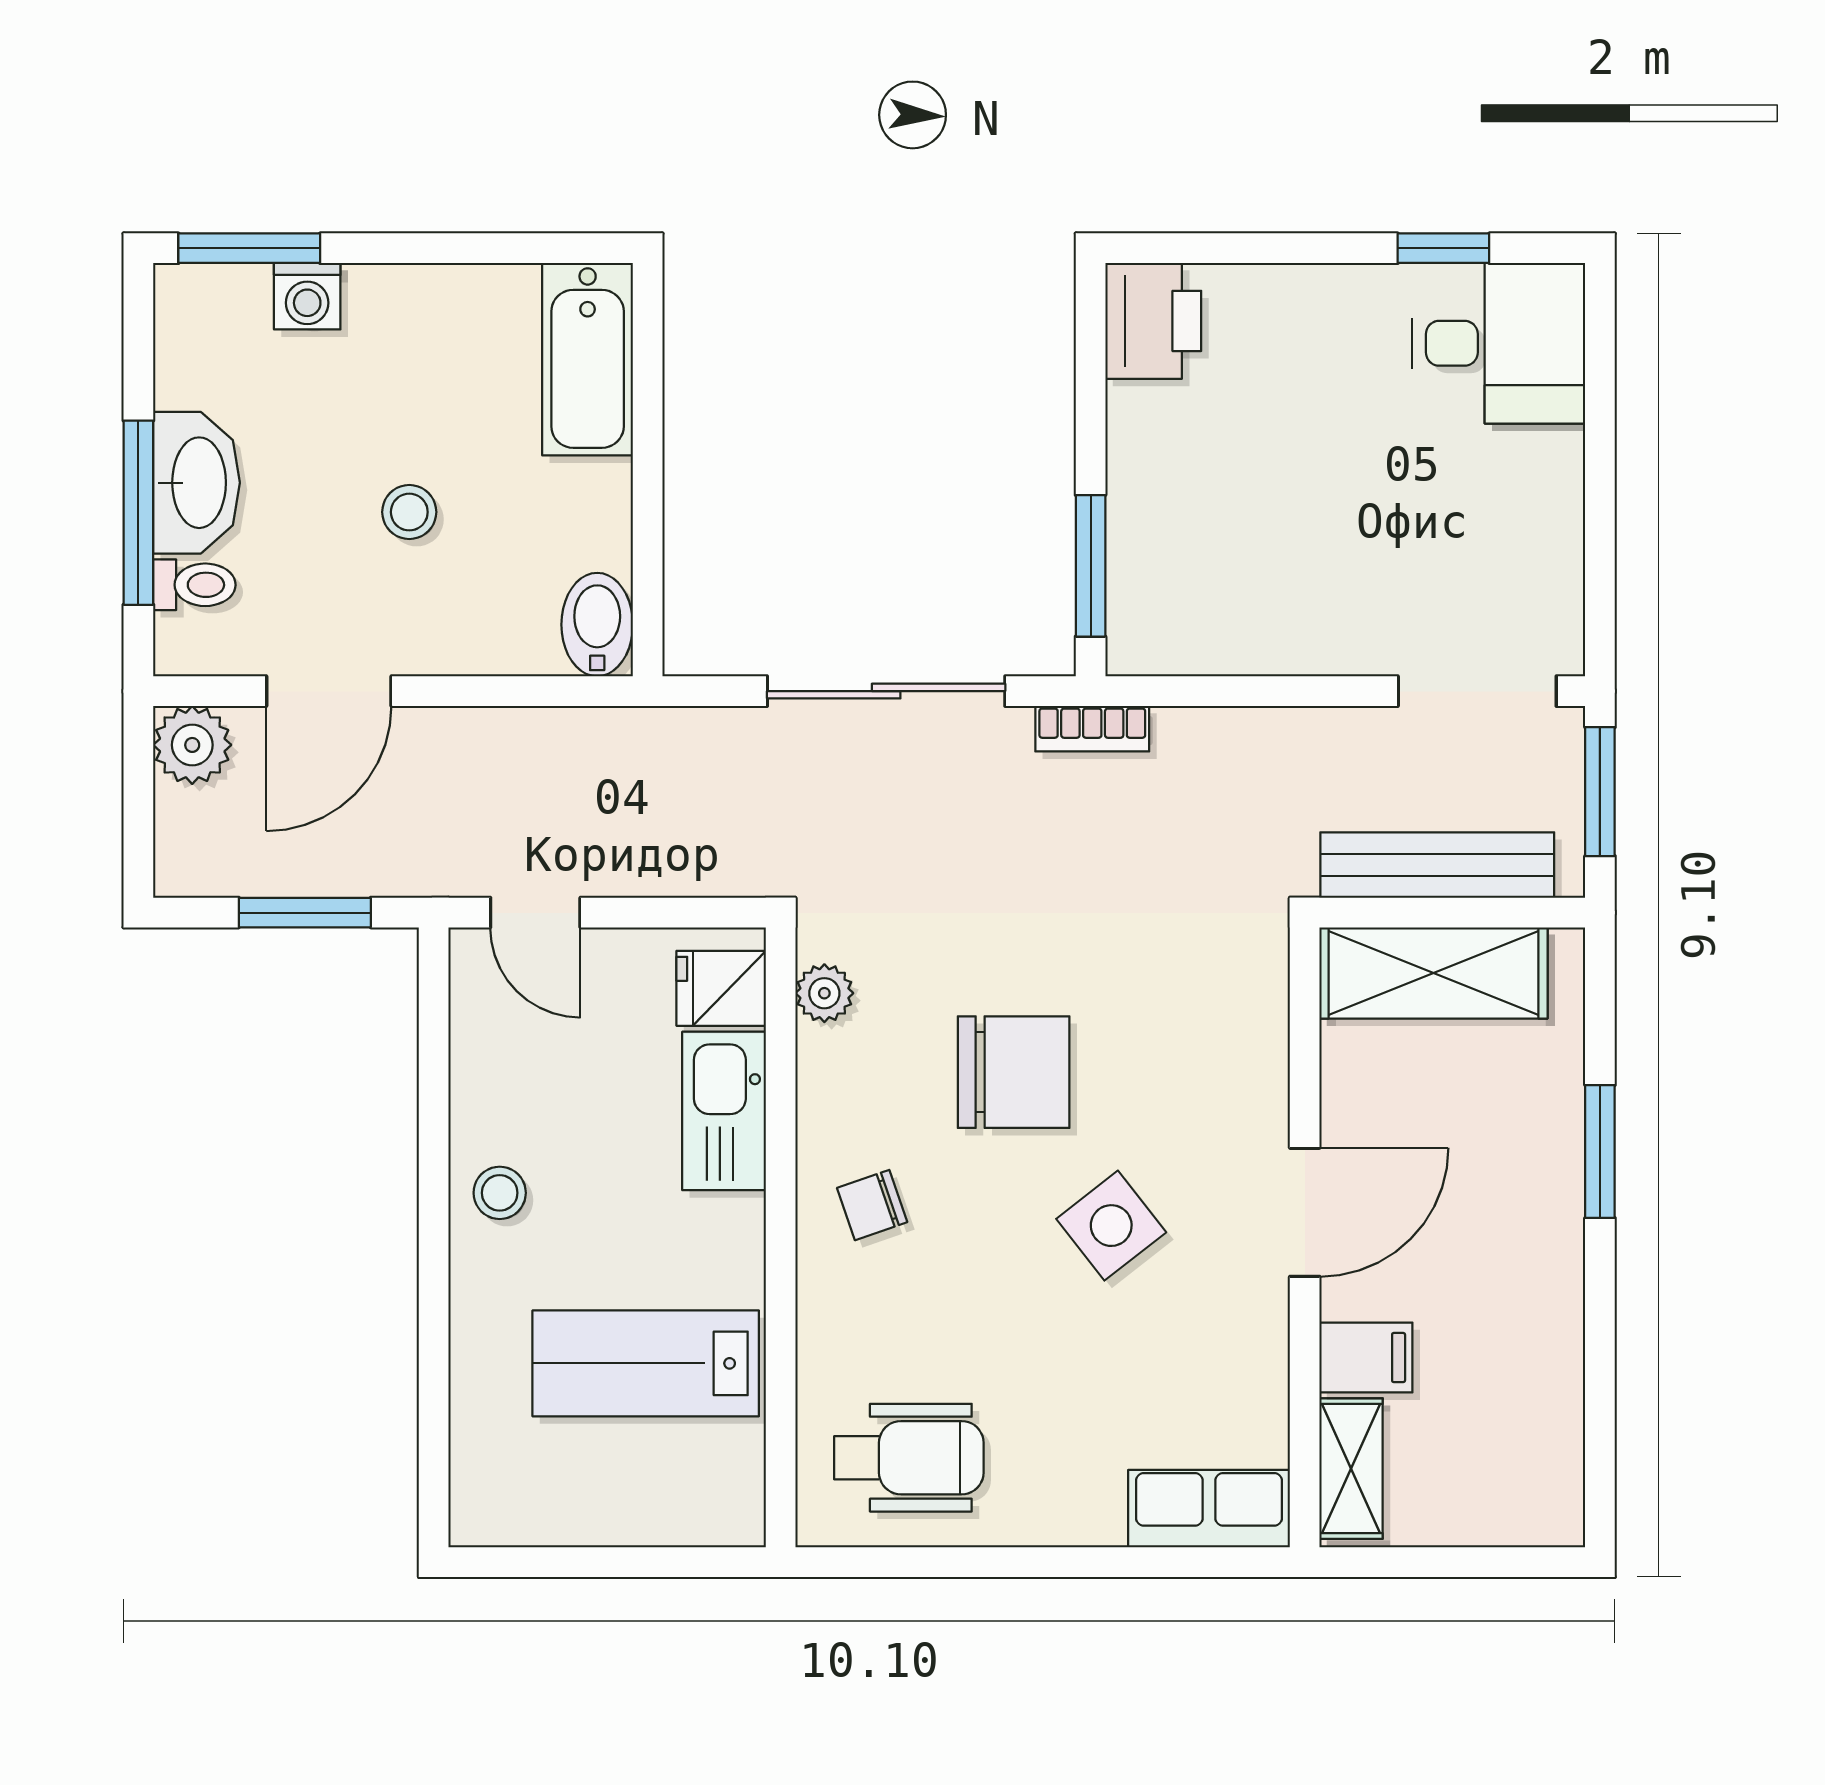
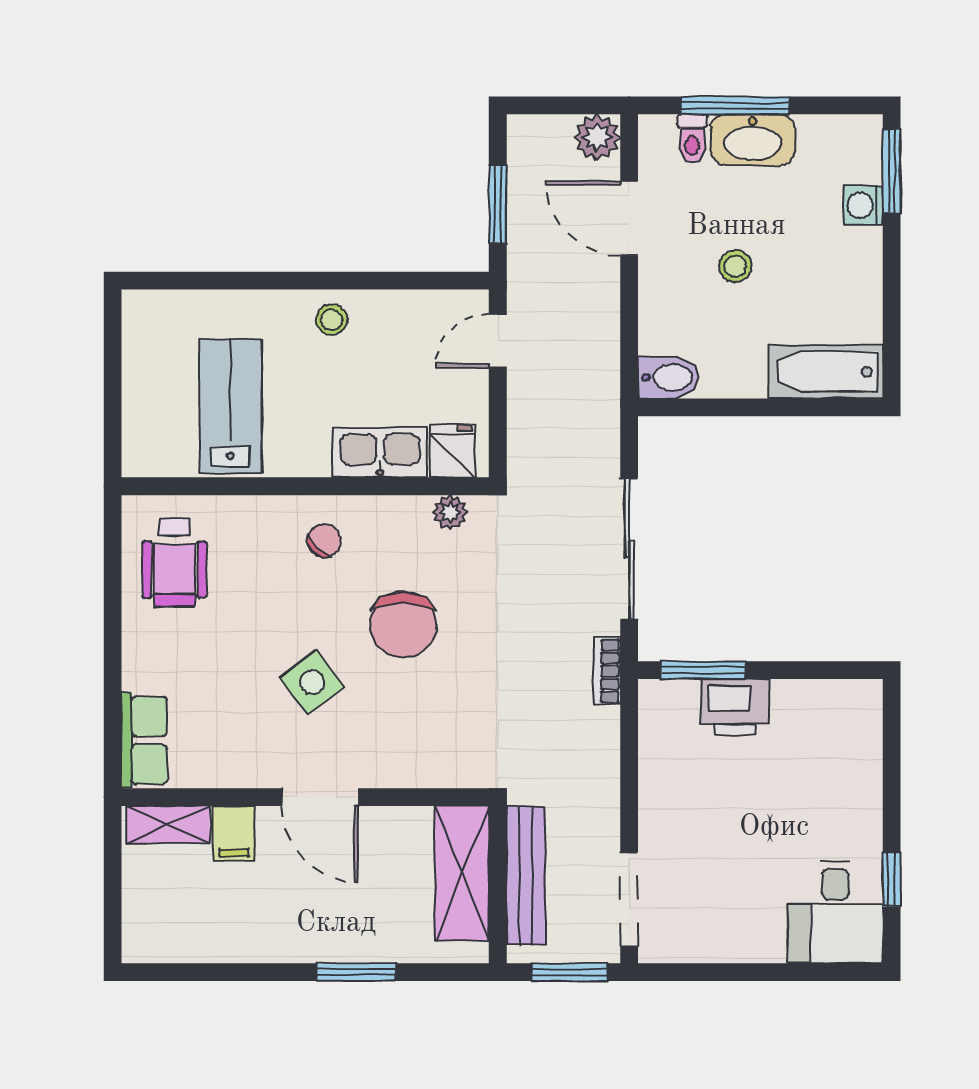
printer: (1153, 321) -> (735, 707), moved
chair: (872, 1205) -> (324, 541), turned 64

